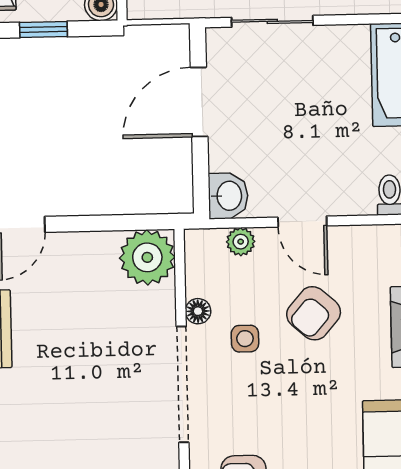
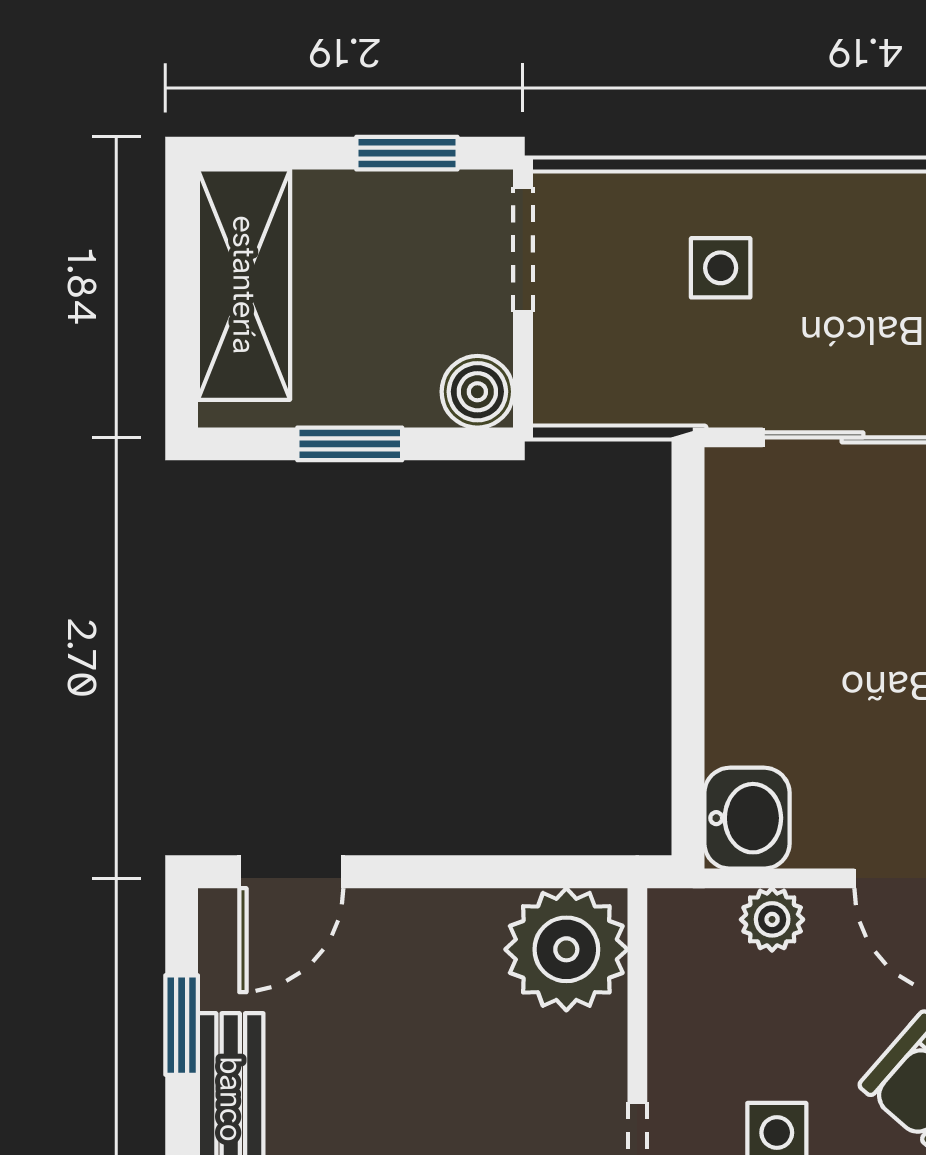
door: (199, 102) -> (688, 611), removed
floor lamp: (198, 311) -> (675, 1070), removed

